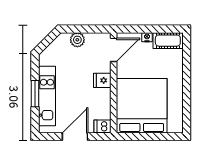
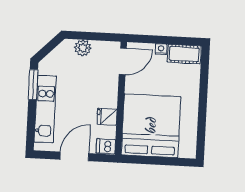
fridge: (102, 80) -> (107, 117), moved
window: (35, 94) -> (33, 85), moved

